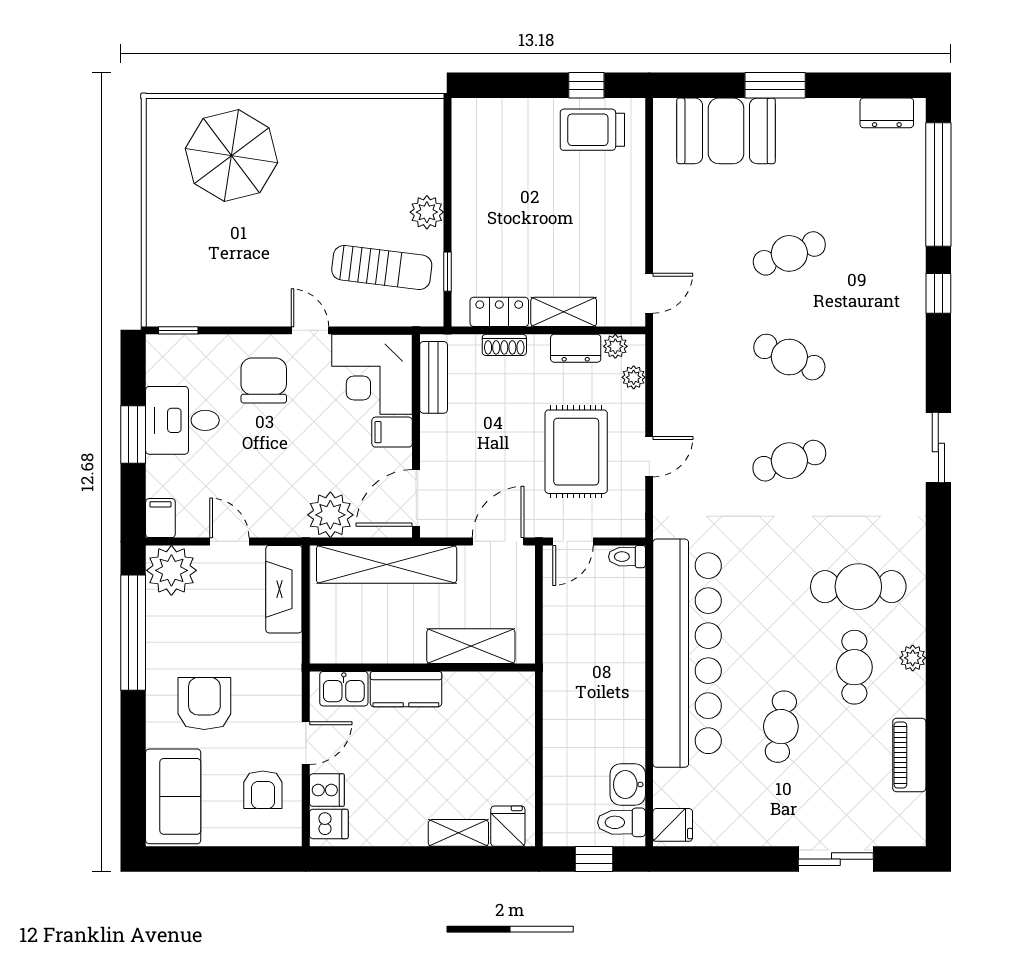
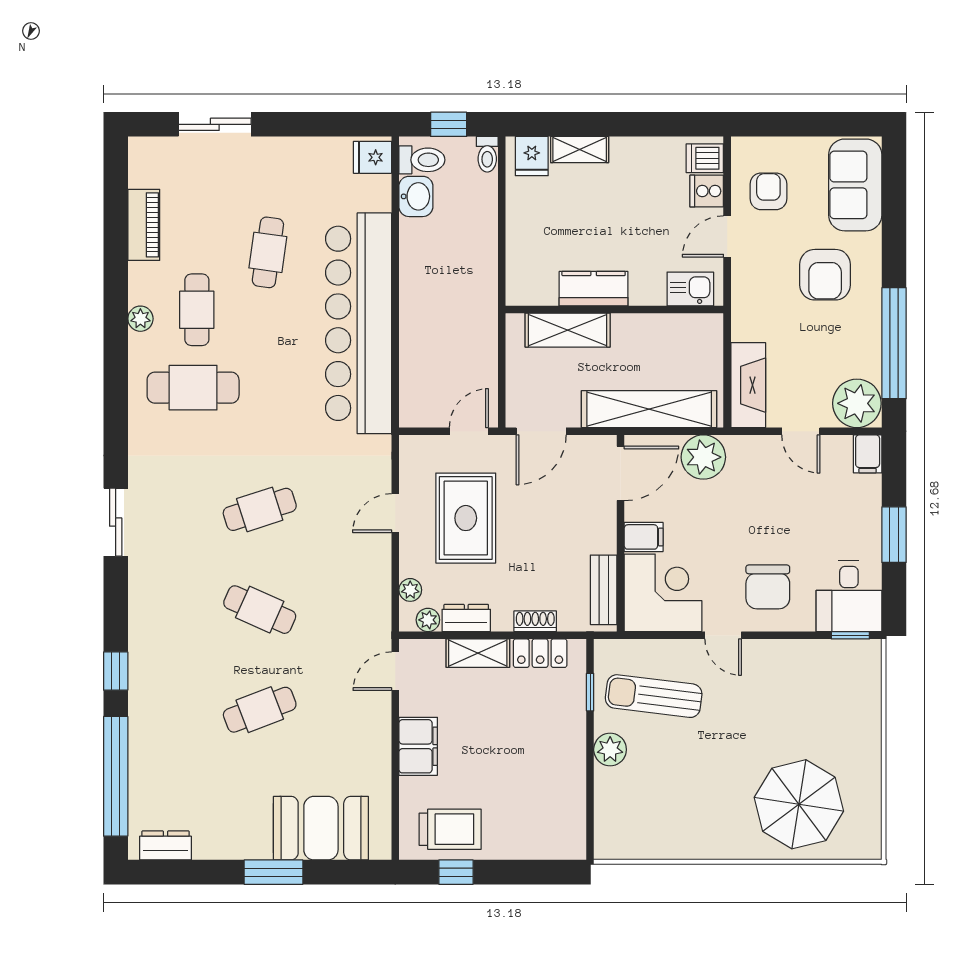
filing cabinet: (625, 216) -> (418, 746), added
desk: (182, 420) -> (849, 596), moved, turned 90
toilet: (627, 557) -> (487, 154), moved, turned 90
kitchen counter: (406, 689) -> (594, 289), moved

